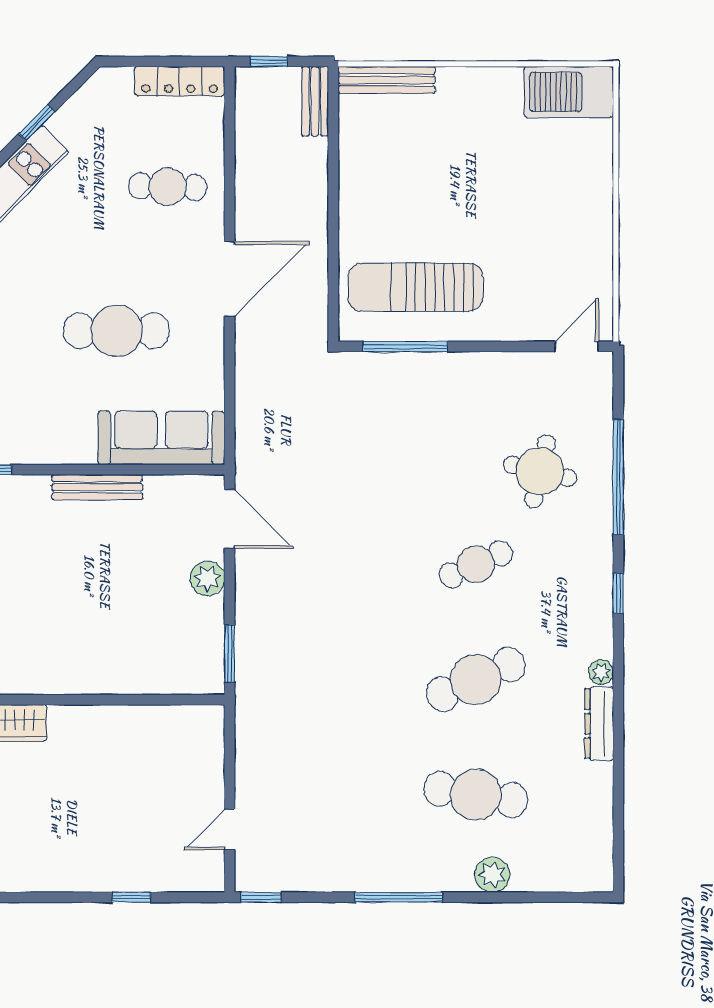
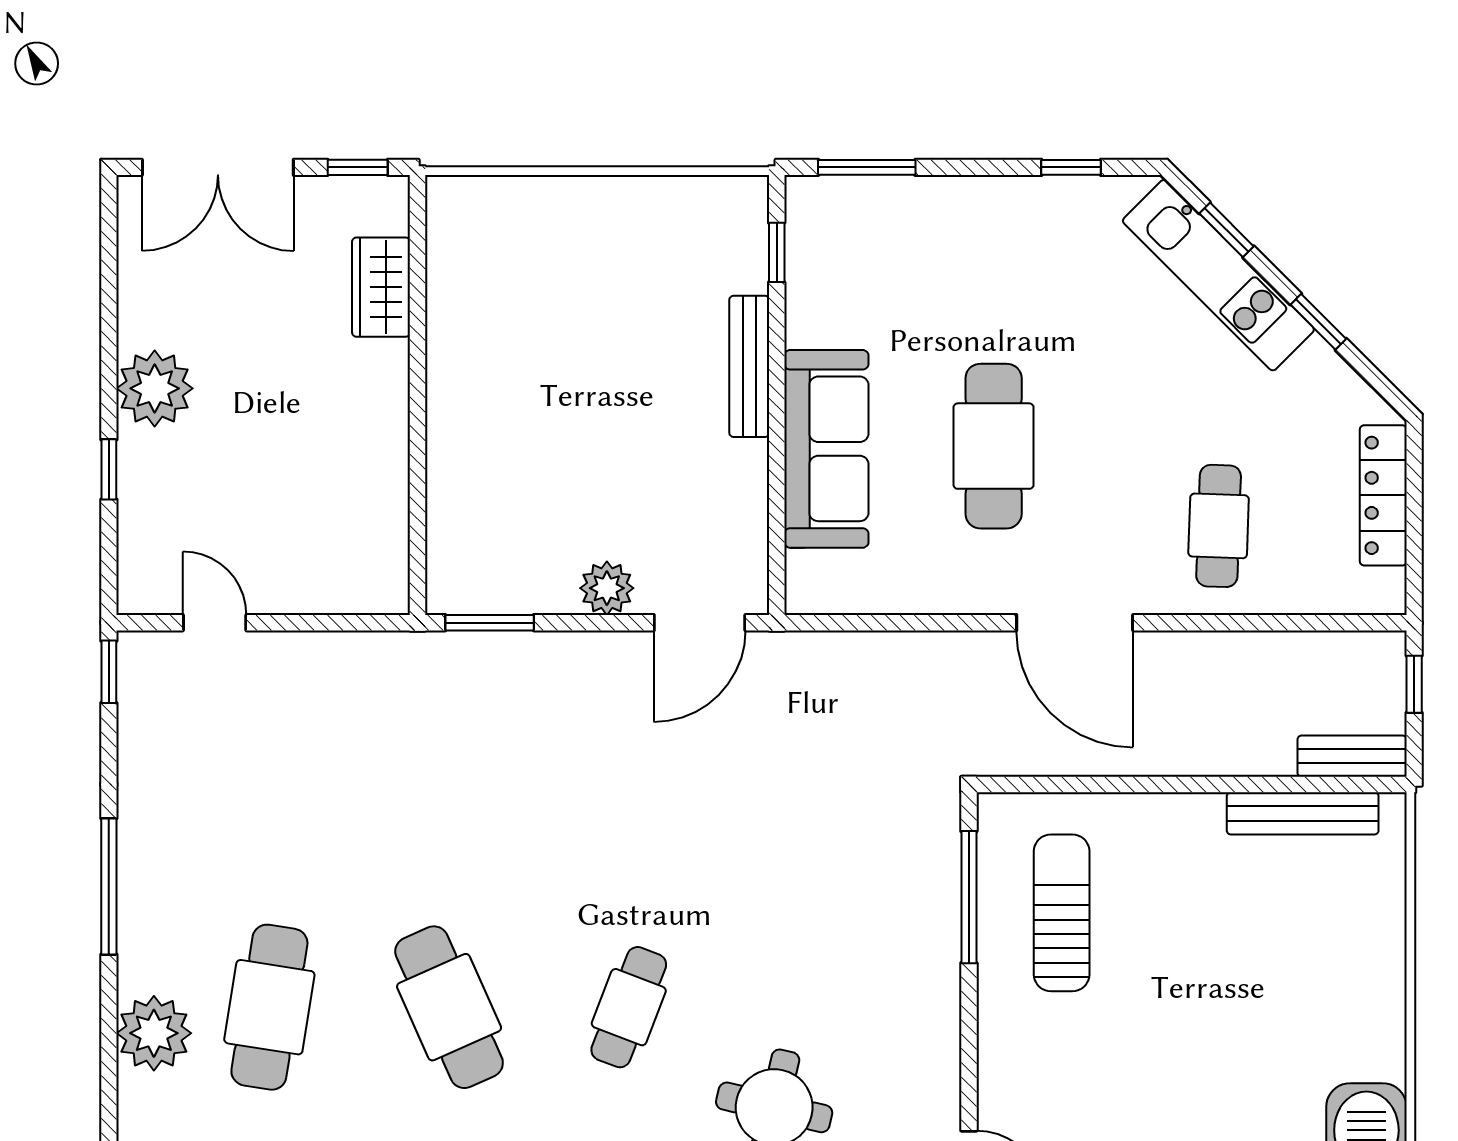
bench: (387, 80) -> (1303, 813), moved, turned 90
locker: (180, 81) -> (1383, 495), moved
sun lounger: (415, 287) -> (1062, 913), width x0.73, depth x0.75
sofa: (161, 438) -> (826, 449), moved
bench: (97, 487) -> (749, 366), moved
cafe table: (476, 564) -> (629, 1007), turned 45
plant: (80, 868) -> (155, 388), added
plant: (492, 875) -> (154, 1033), width x1.36, depth x1.36

